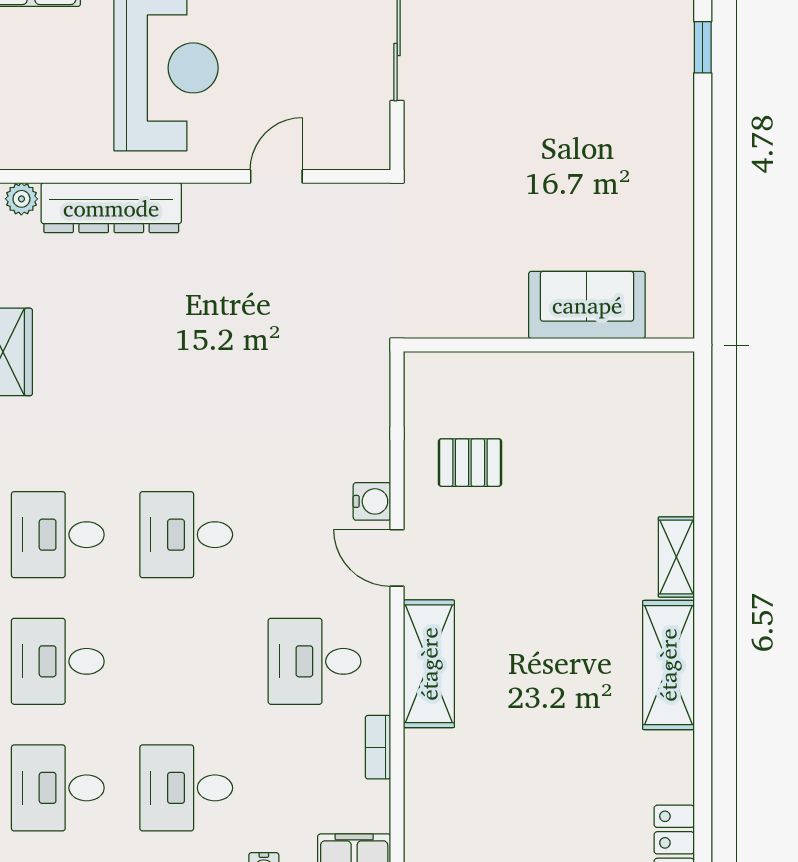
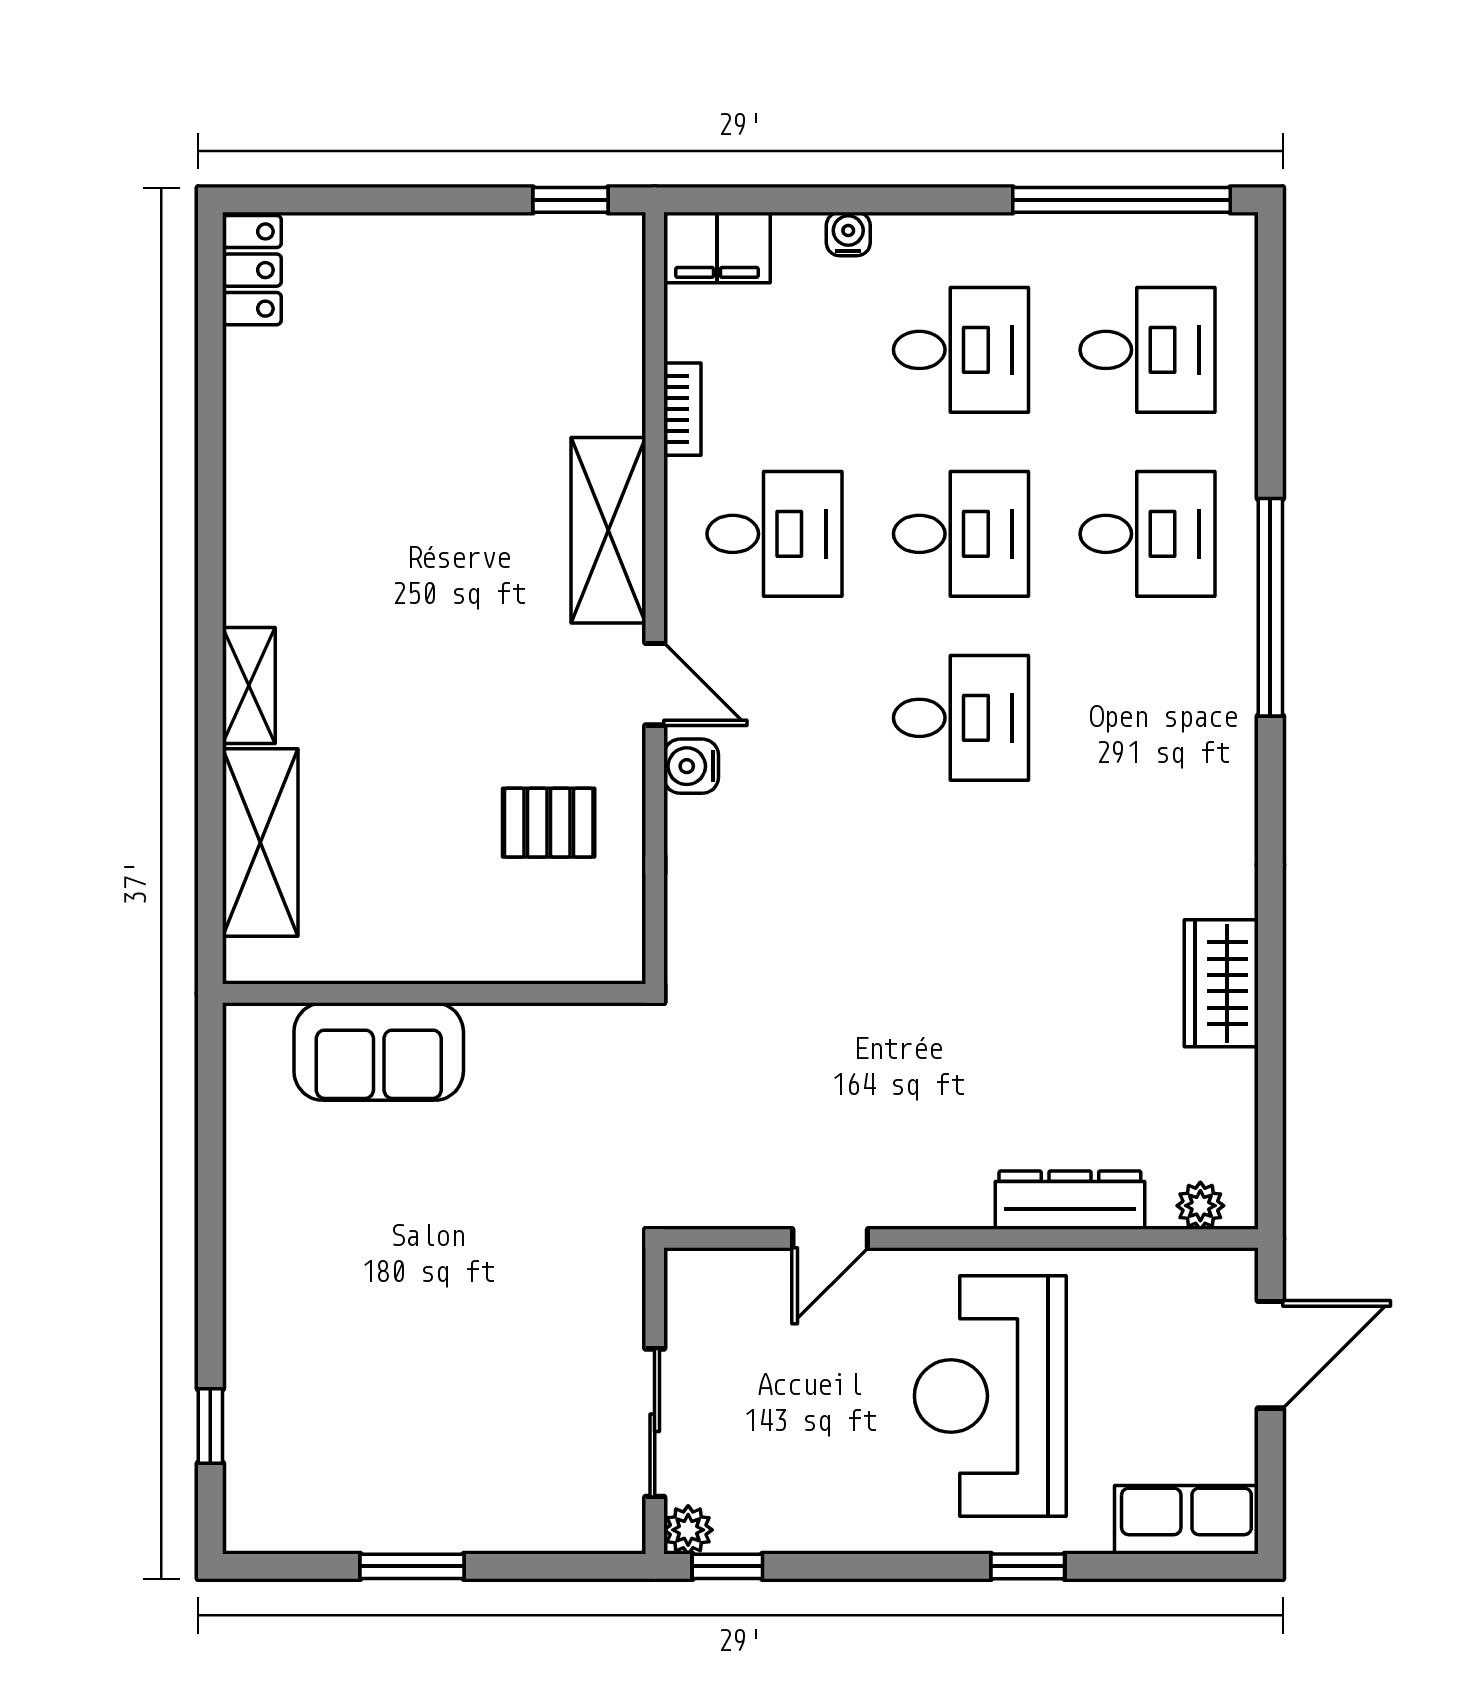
dresser: (111, 208) -> (1070, 1200), width x0.73, depth x0.80
desk: (58, 535) -> (961, 534), moved
shelving: (668, 665) -> (260, 843), moved

